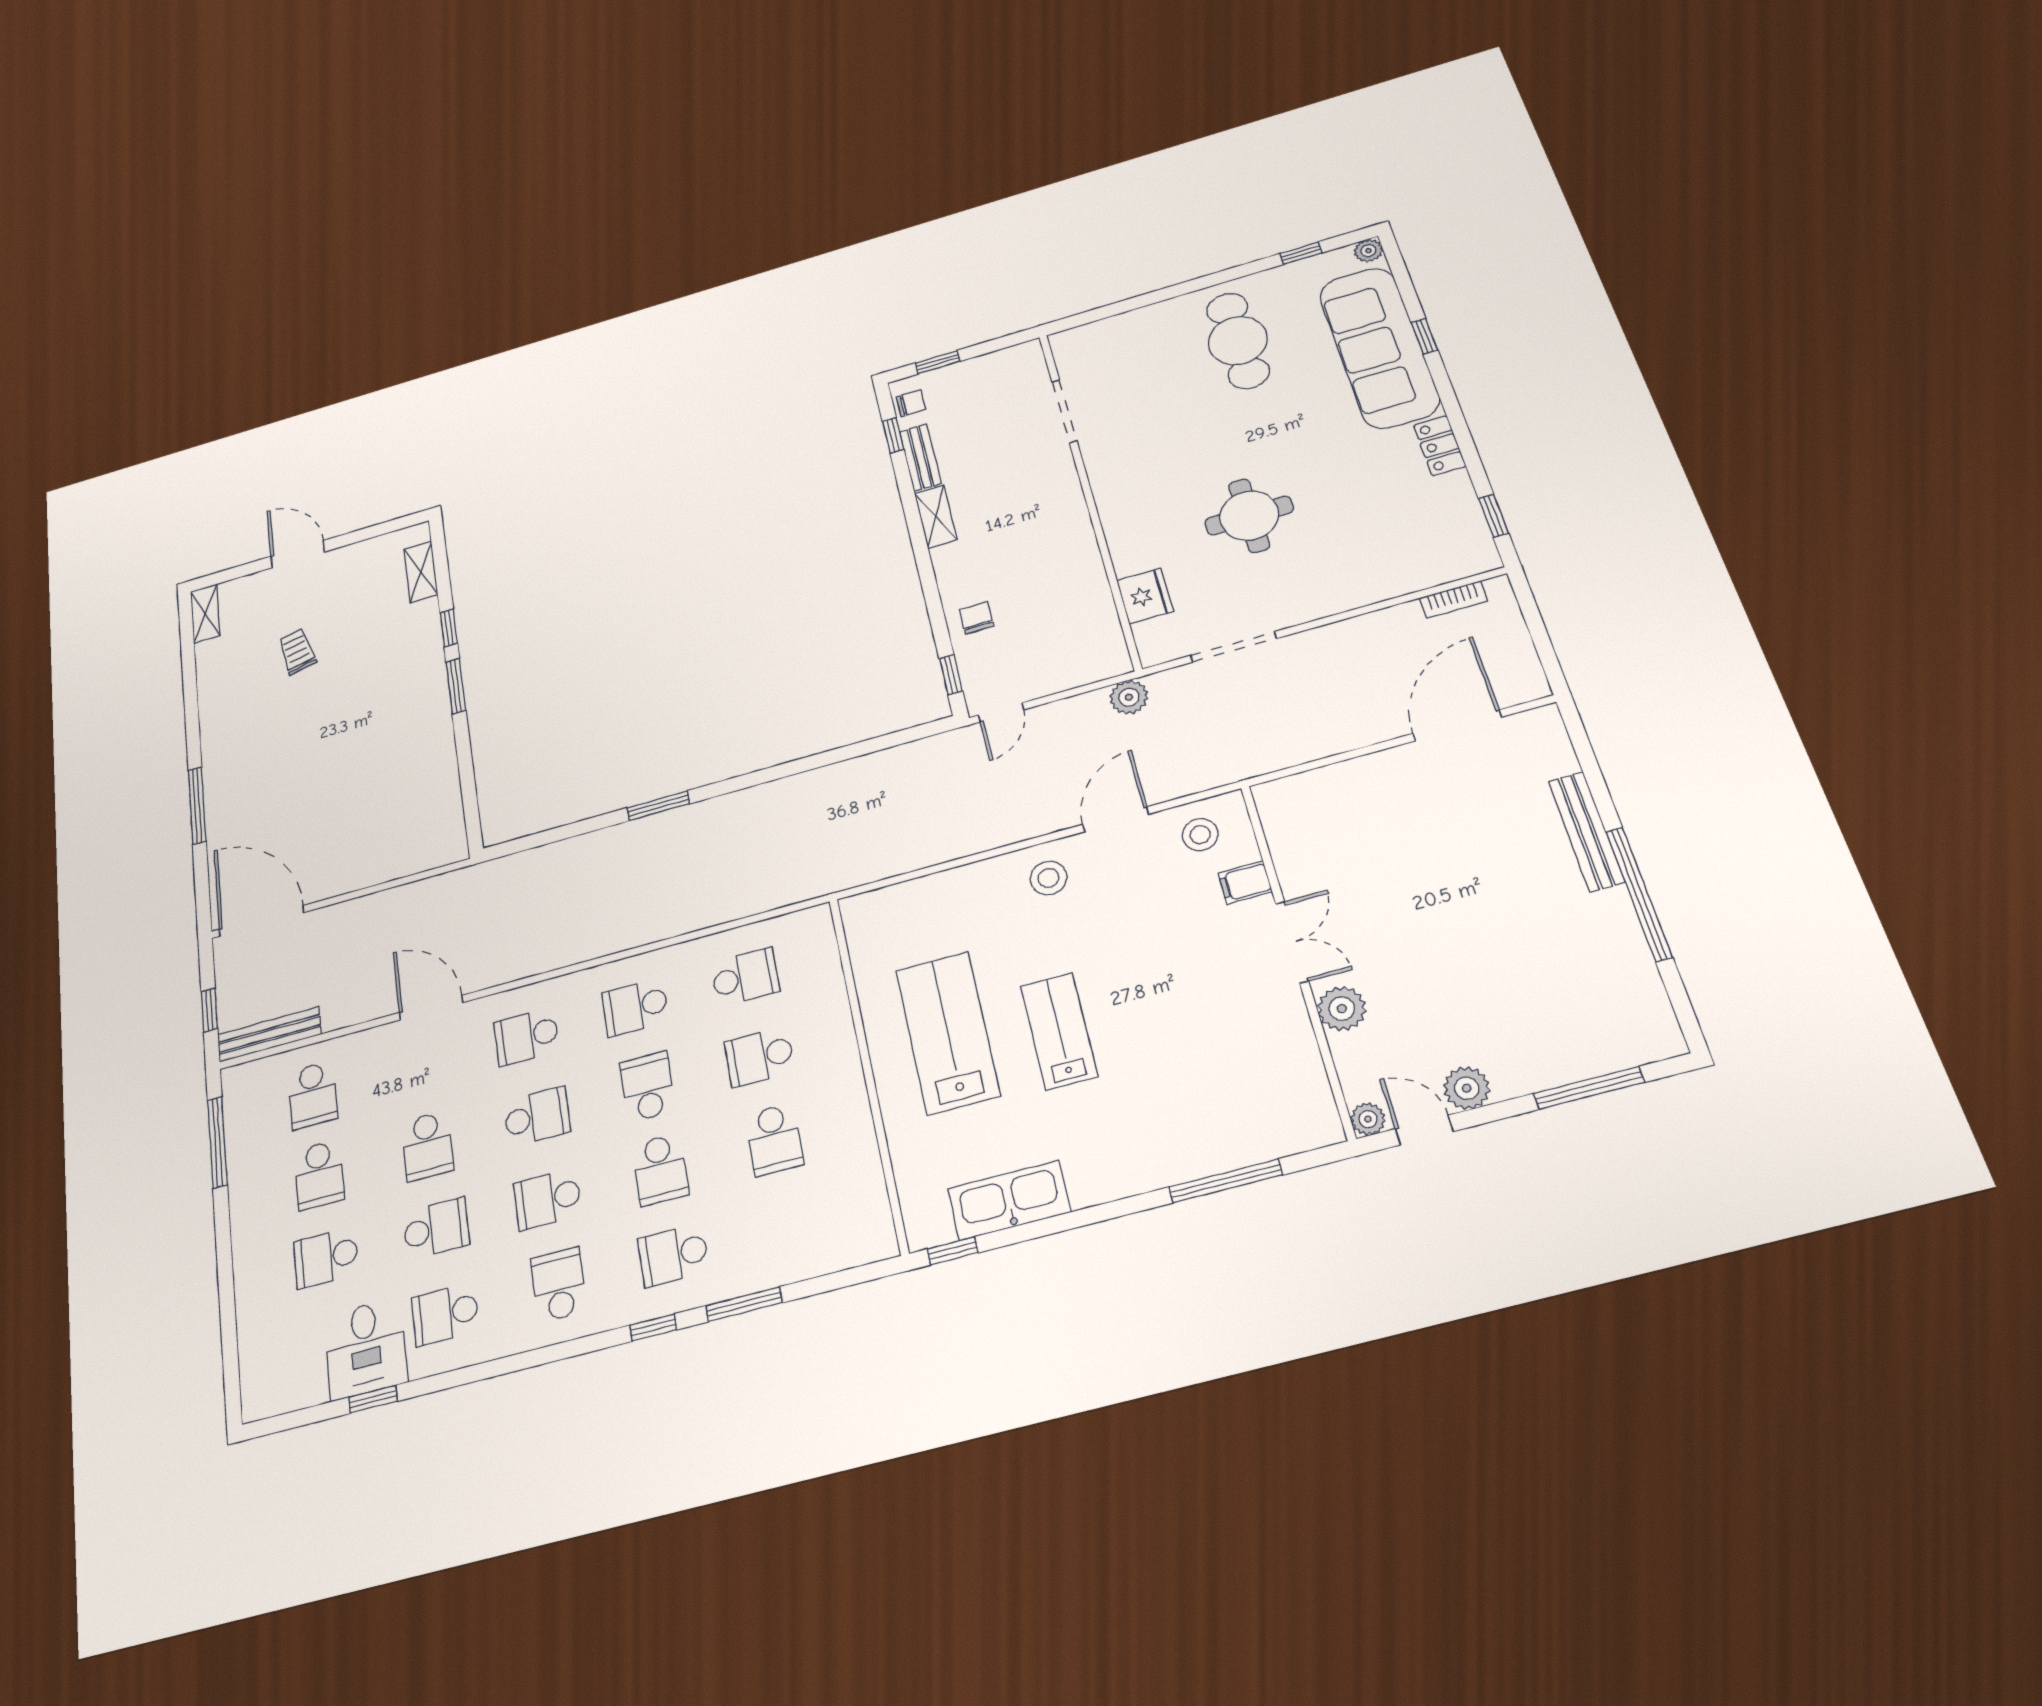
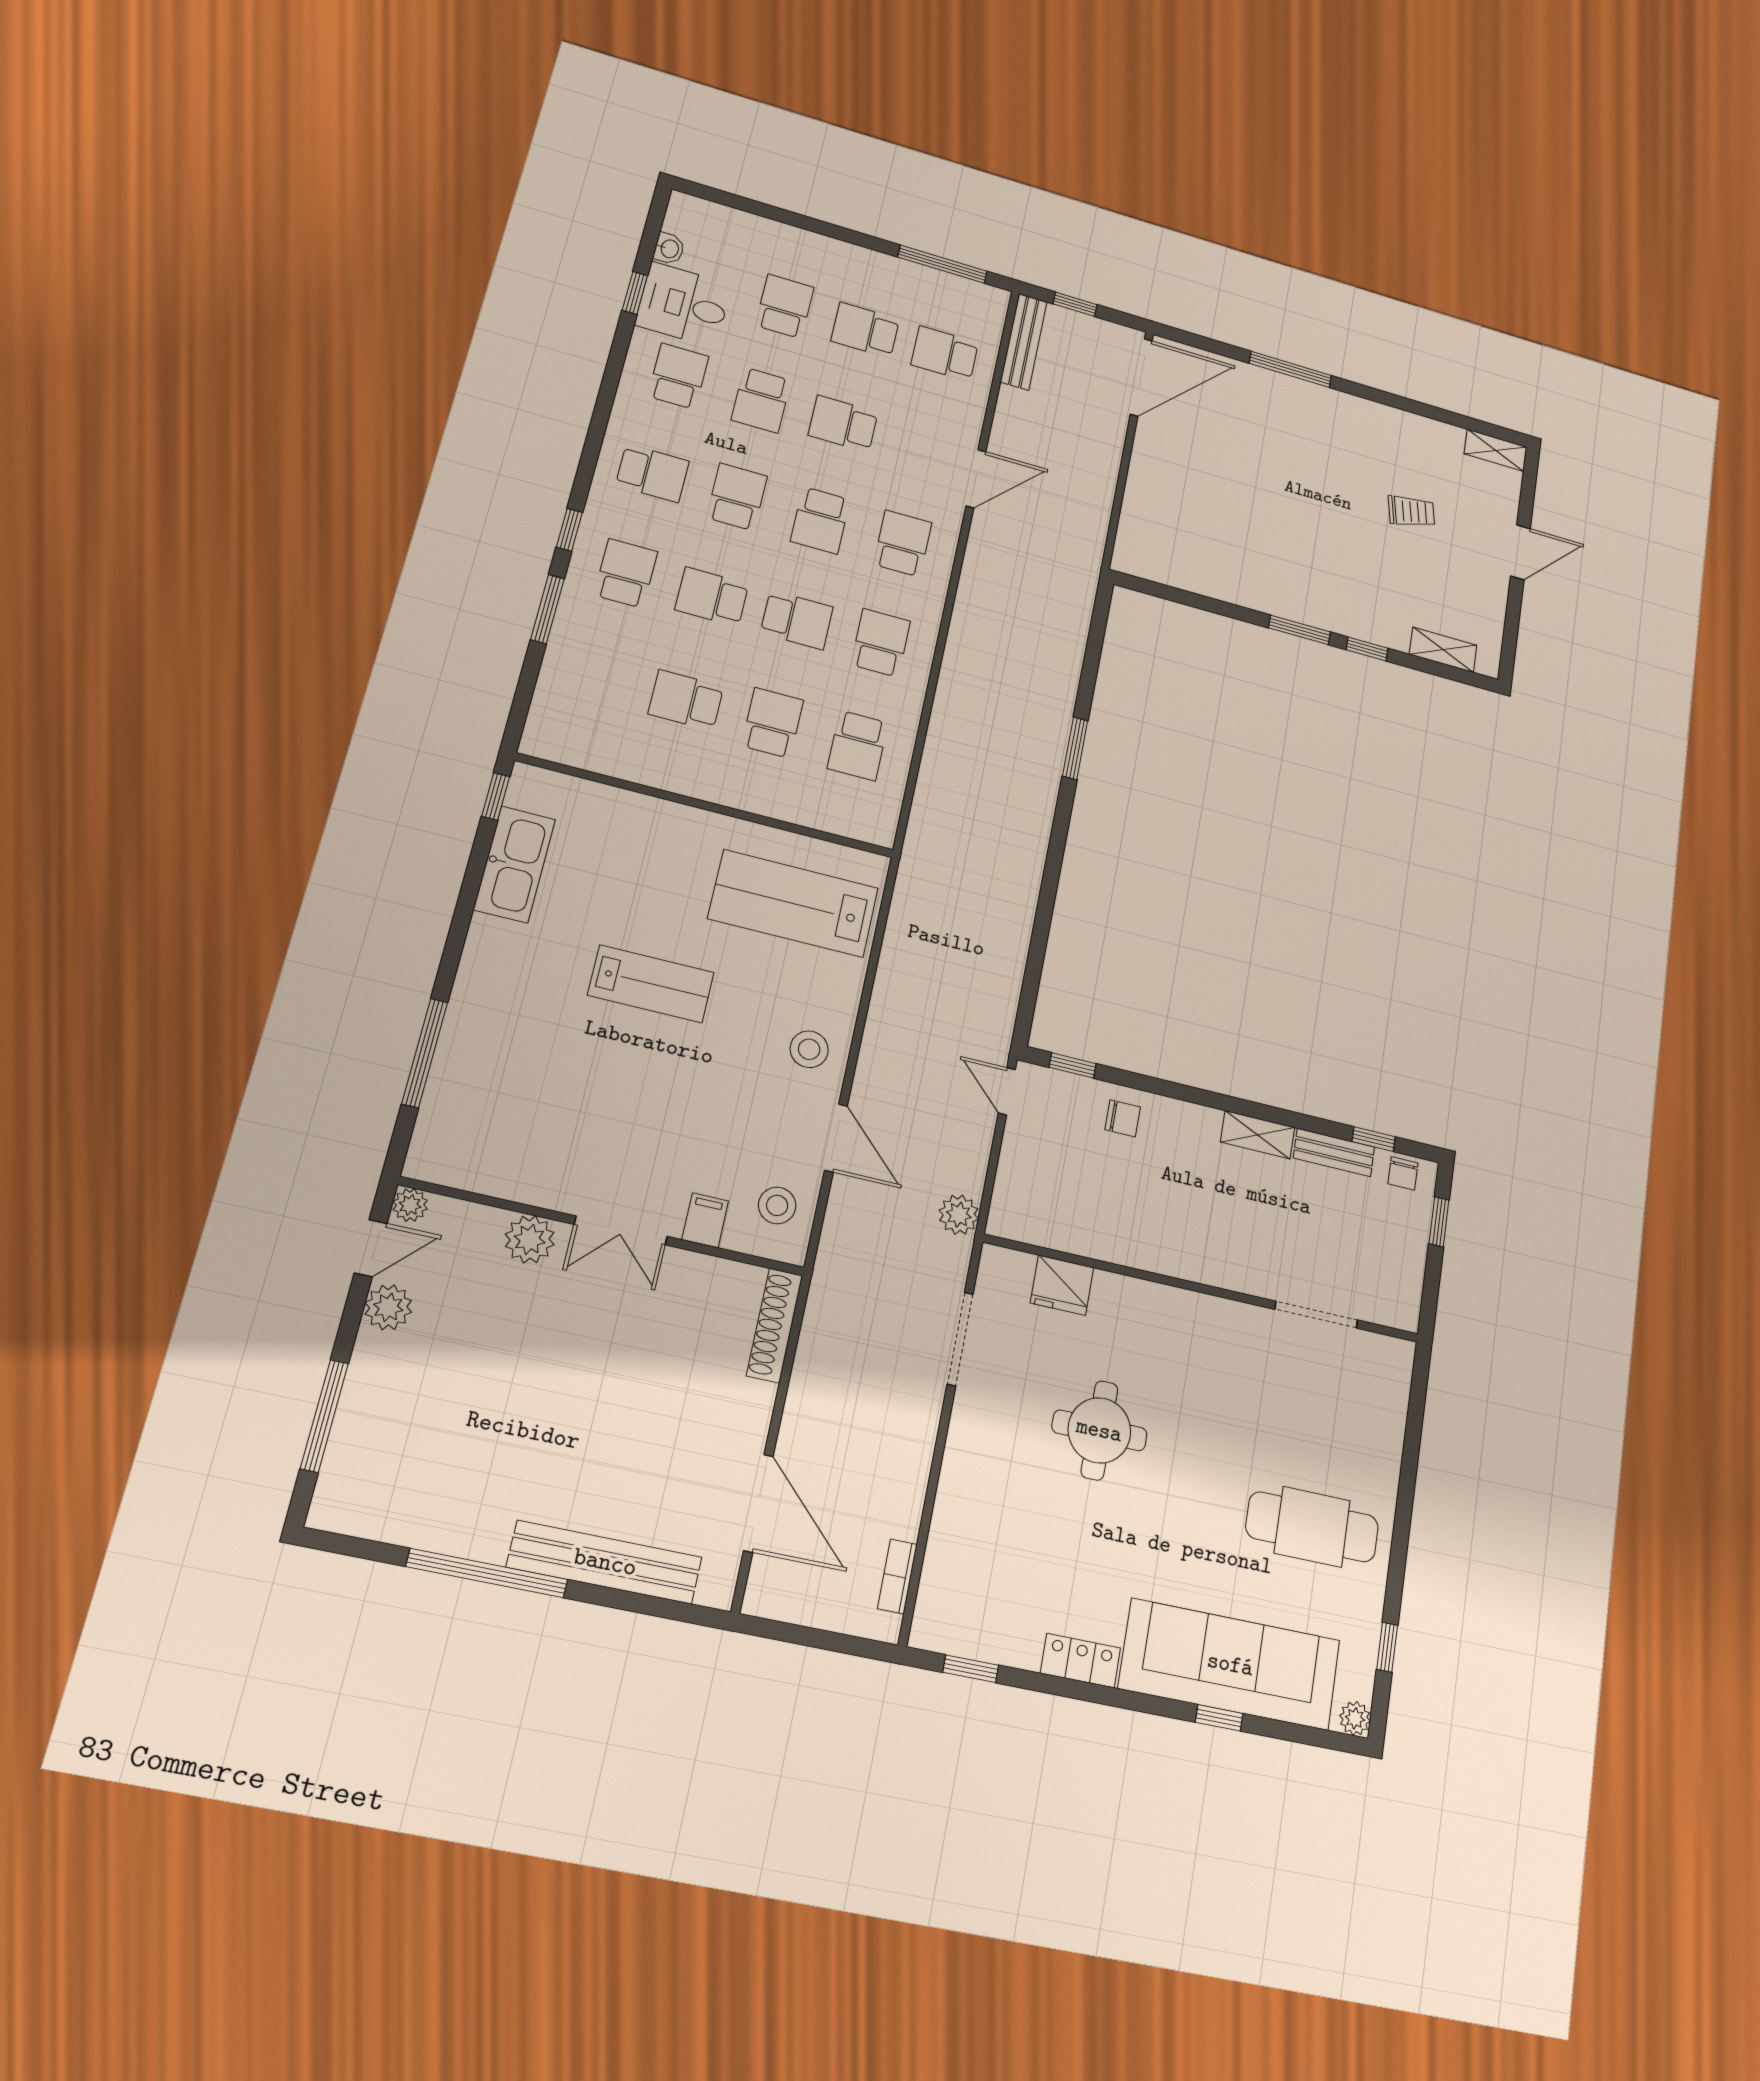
shoe rack: (1303, 786) -> (775, 1325), added
bench: (1586, 831) -> (605, 1562), width x1.37, depth x1.21
lab bench: (948, 1033) -> (793, 903), moved, turned 180
washbasin: (310, 1393) -> (669, 249), added

